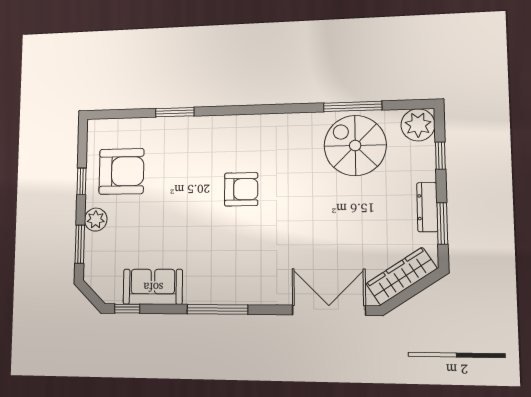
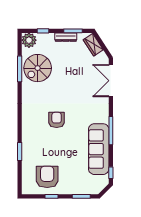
plant: (96, 220) -> (70, 189), removed
wardrobe: (401, 276) -> (93, 45), width x0.67
sofa: (153, 287) -> (99, 149), width x1.85, depth x1.27

